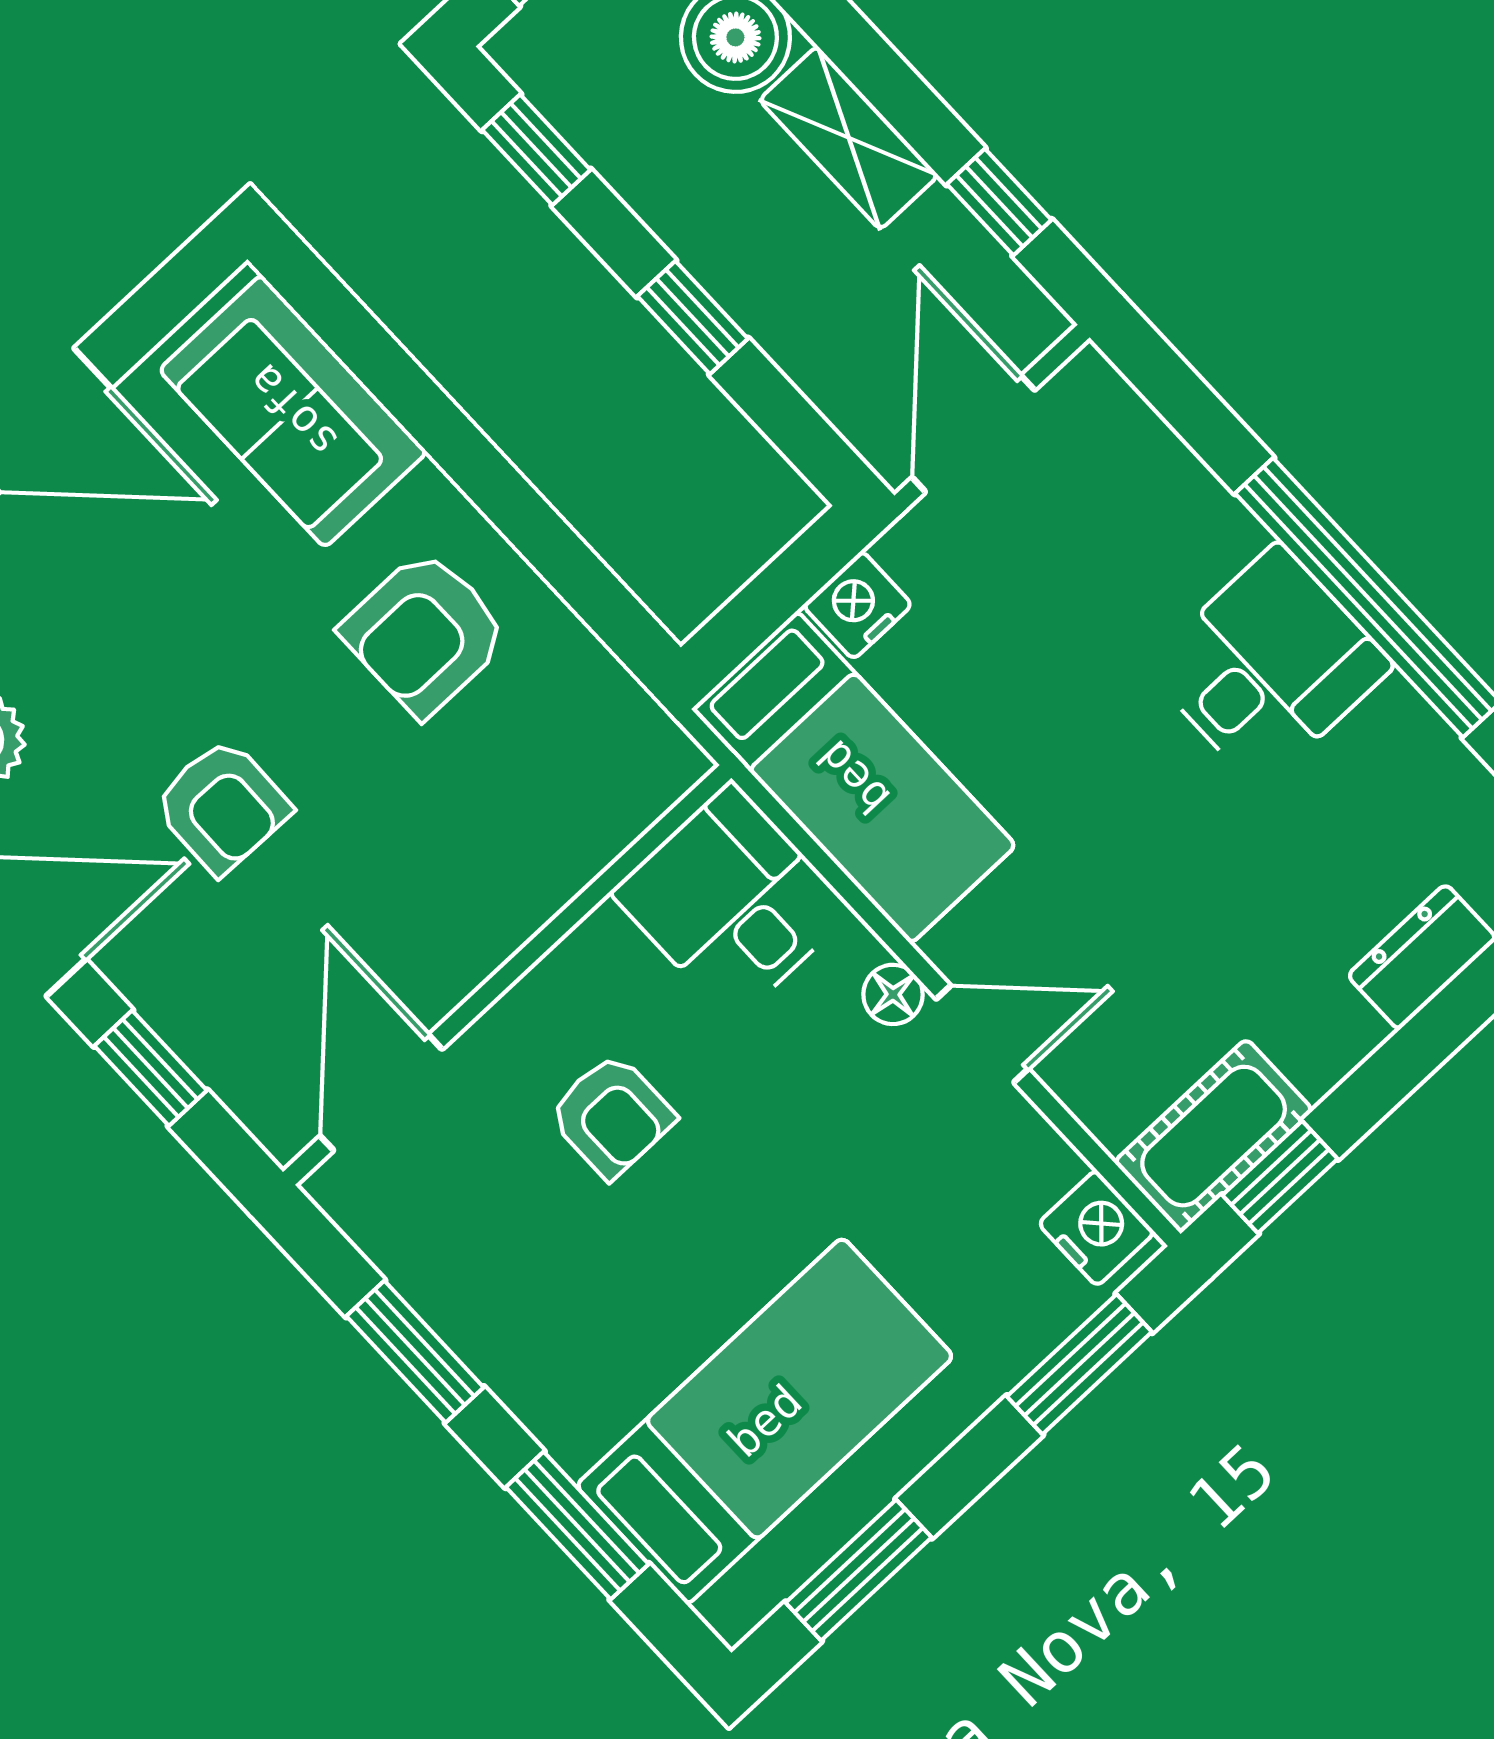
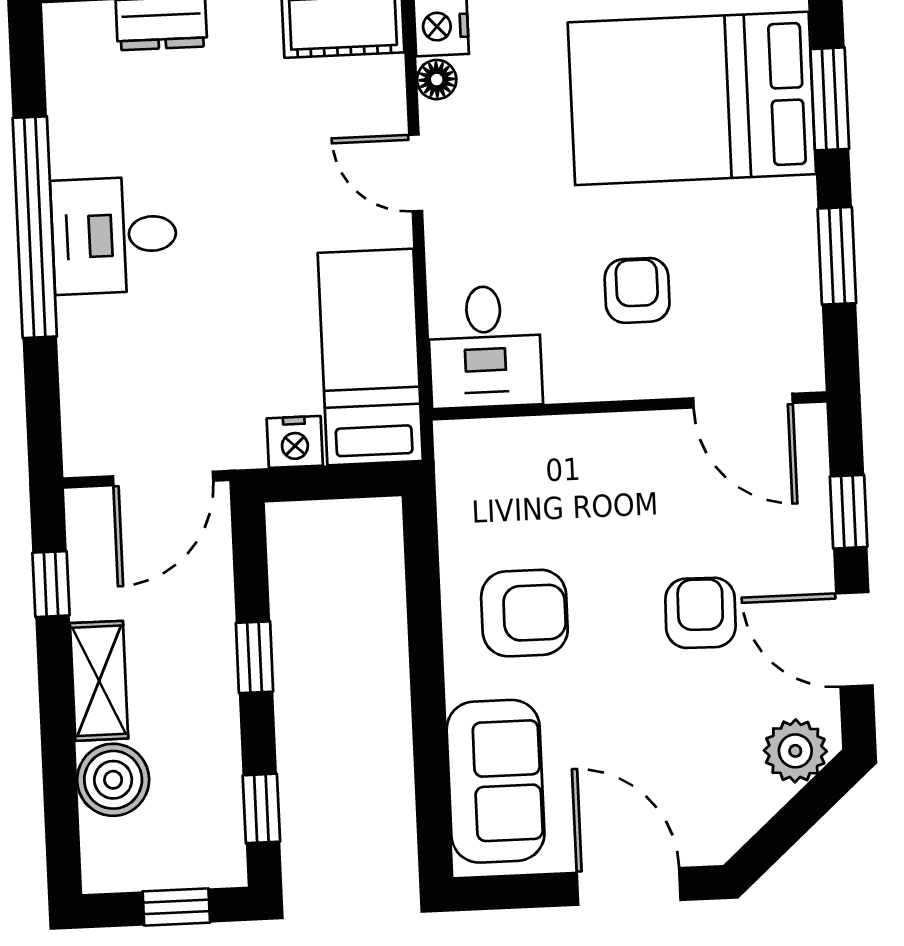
floor lamp: (893, 994) -> (437, 80), moved
door: (381, 1093) -> (743, 401), hinge flipped
bed: (765, 1421) -> (692, 98), width x1.50

